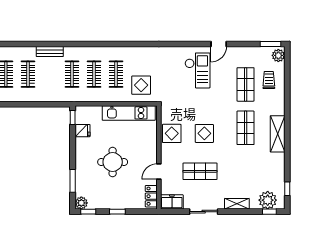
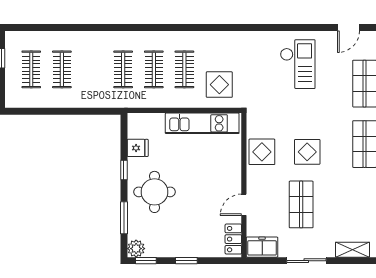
door: (219, 44) -> (349, 27), moved
bench: (50, 52) -> (92, 38), removed
window: (73, 117) -> (124, 170), moved
round table: (113, 162) -> (154, 192), moved
shop shelf: (200, 171) -> (301, 204), turned 90

